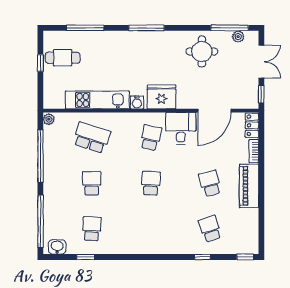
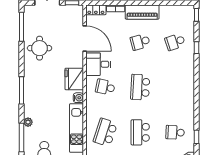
plant: (238, 37) -> (28, 122), moved
school desk: (92, 183) -> (140, 132), width x1.85
school desk: (151, 183) -> (140, 87), width x1.85

